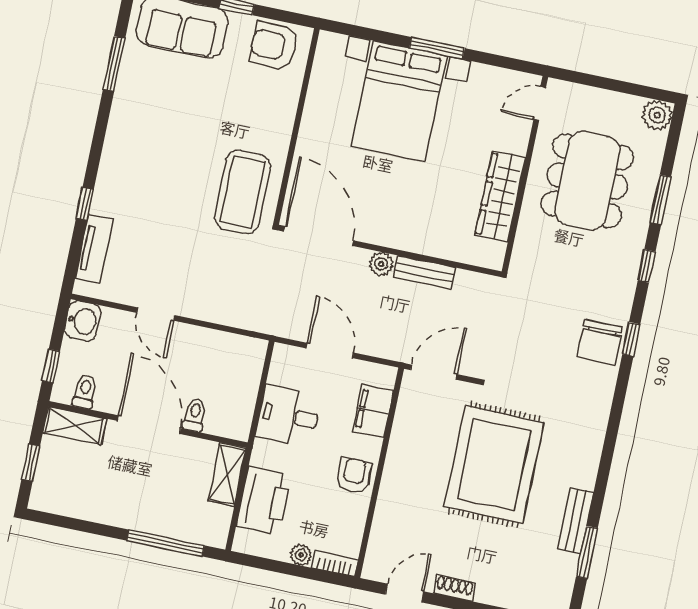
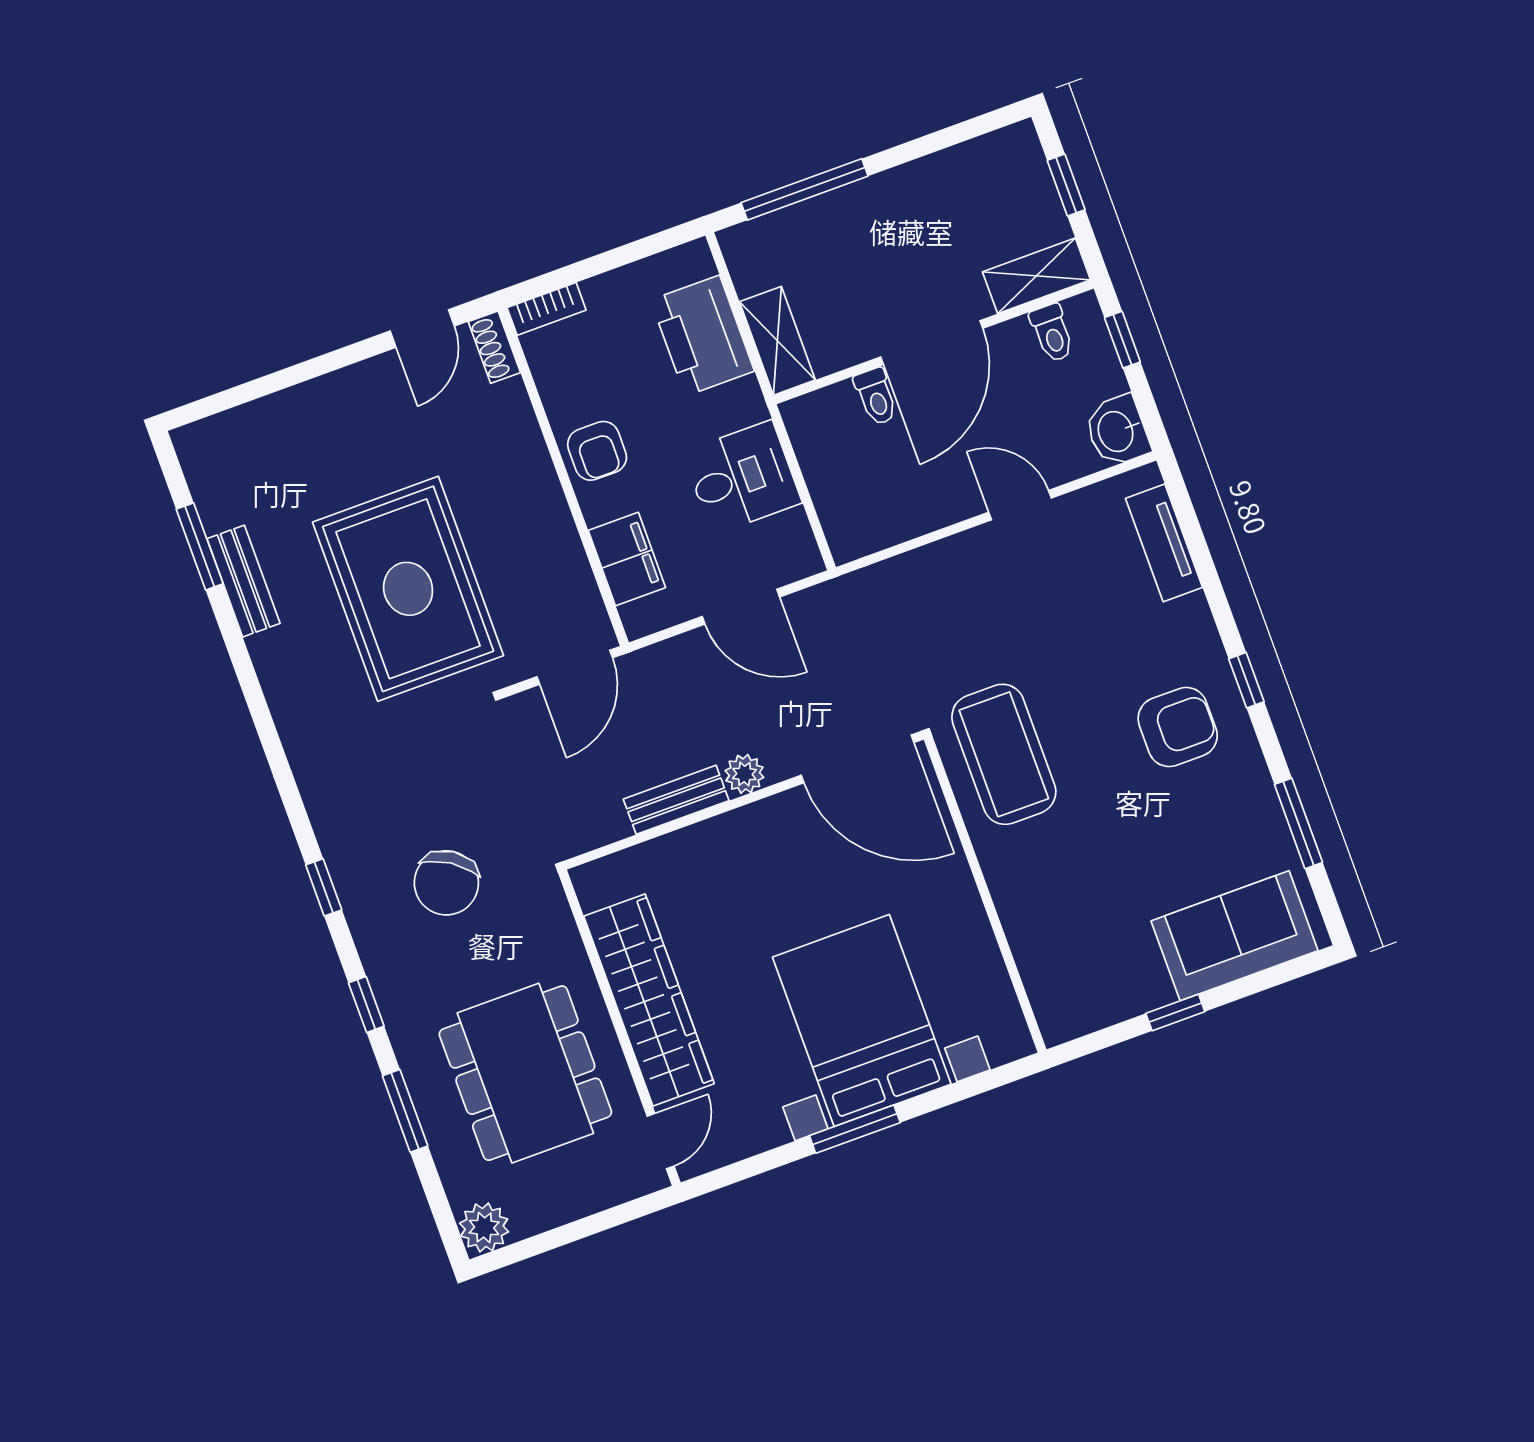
armchair: (274, 46) -> (1178, 727), moved
wardrobe: (500, 196) -> (649, 1000), width x1.40, depth x1.17
window: (85, 204) -> (1246, 680), moved
chair: (600, 342) -> (446, 883), moved, turned -147
door: (149, 425) -> (932, 343), hinge flipped
plant: (301, 555) -> (602, 292), removed
shoe rack: (454, 588) -> (494, 347), moved, turned 90

